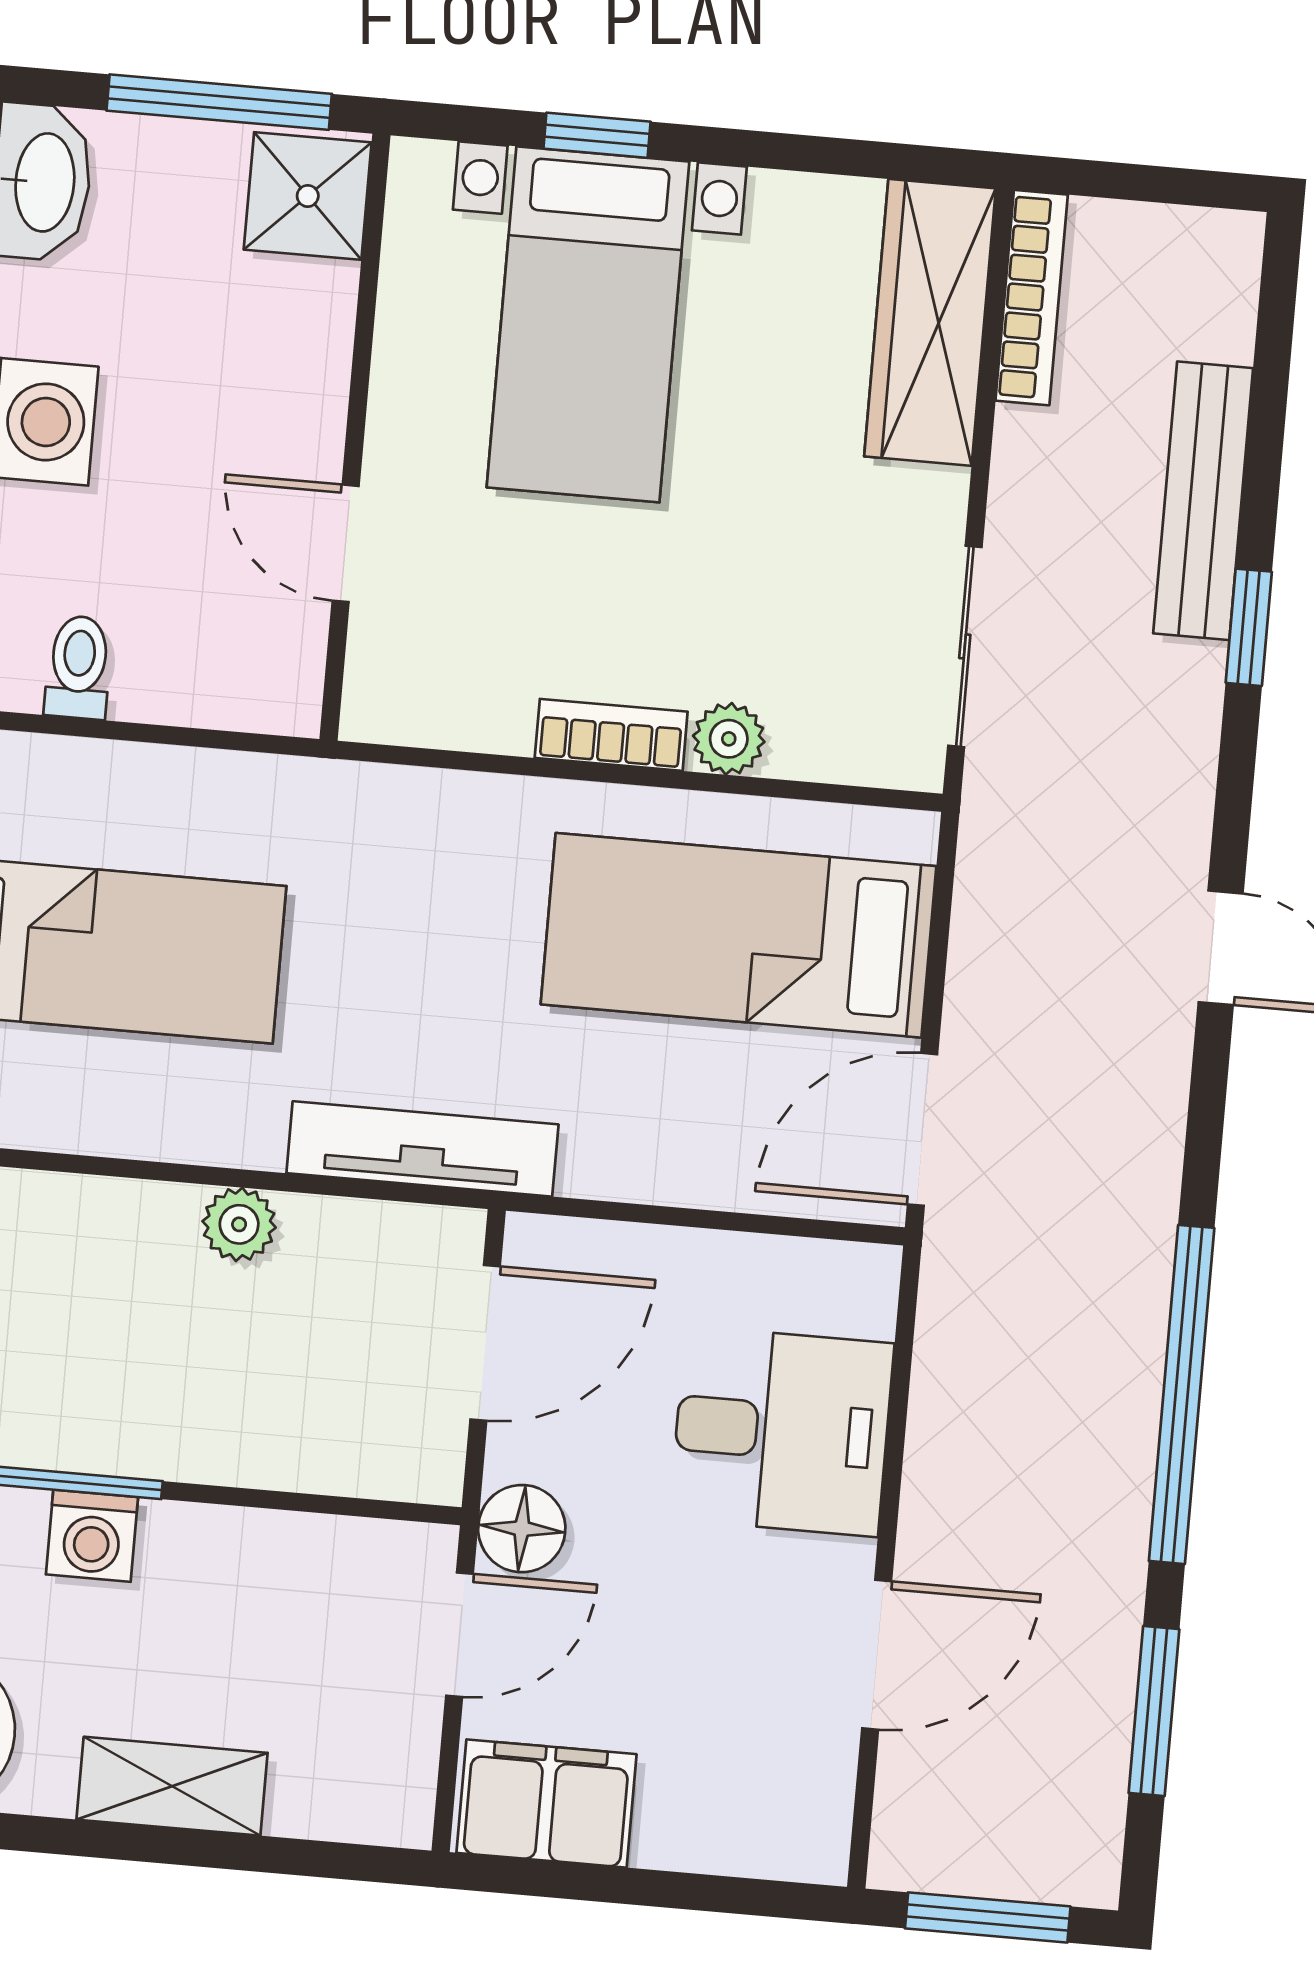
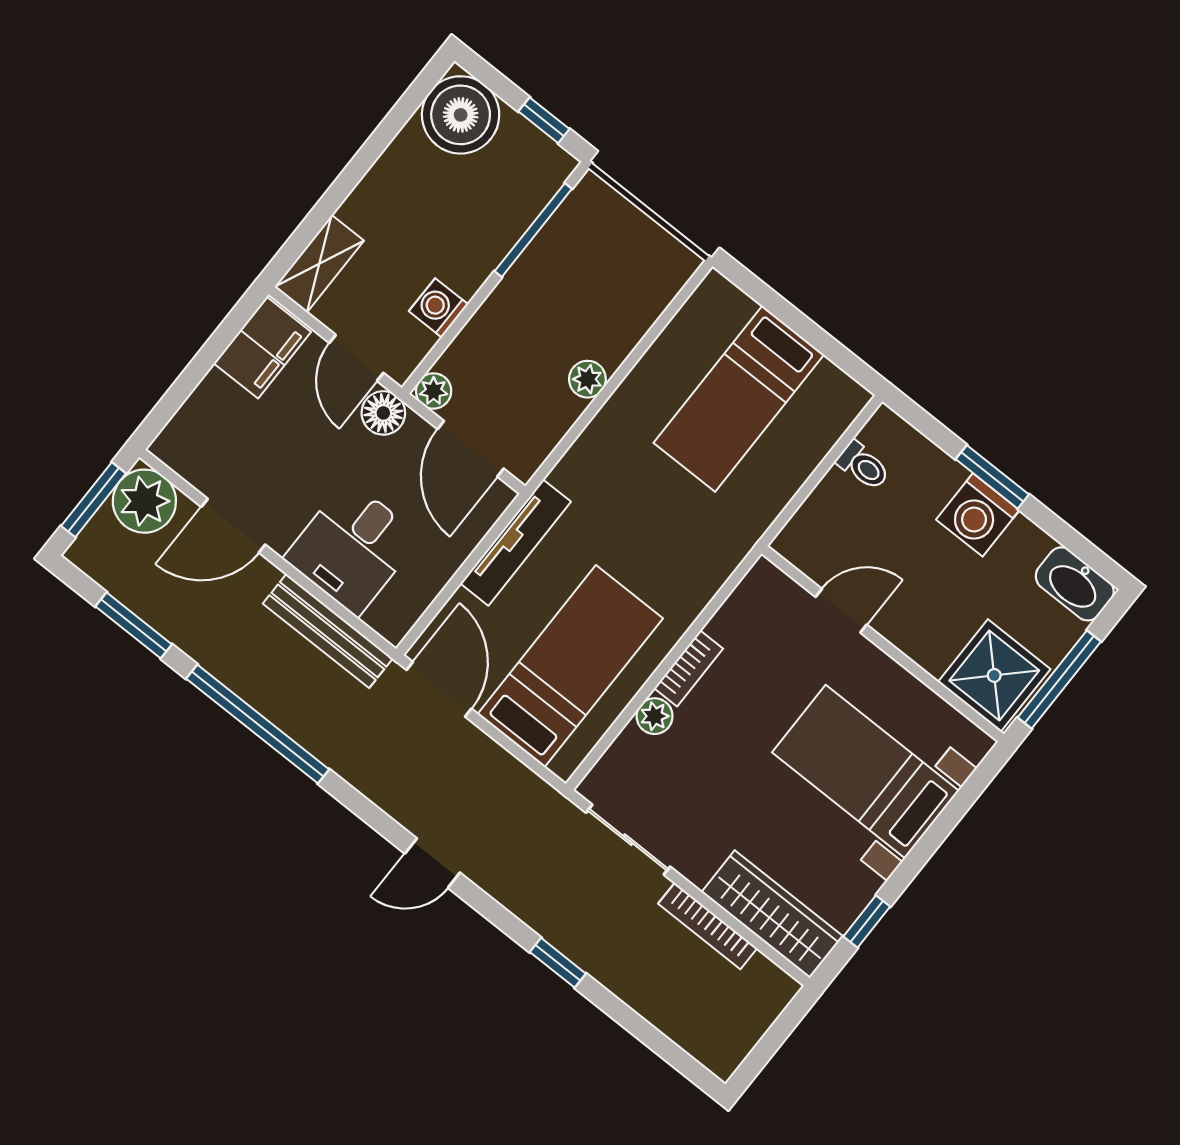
window: (597, 135) -> (867, 921), moved
shower: (308, 196) -> (994, 675), width x1.36, depth x1.36
bookcase: (1032, 298) -> (708, 926), moved
bench: (1203, 501) -> (328, 631), moved
tv unit: (422, 1149) -> (516, 543), moved
plant: (429, 1469) -> (434, 391), added
washing machine: (92, 1536) -> (439, 308), moved
door: (877, 1655) -> (233, 526), hinge flipped
shelving: (172, 1786) -> (319, 264), moved
plant: (934, 1831) -> (144, 501), added

